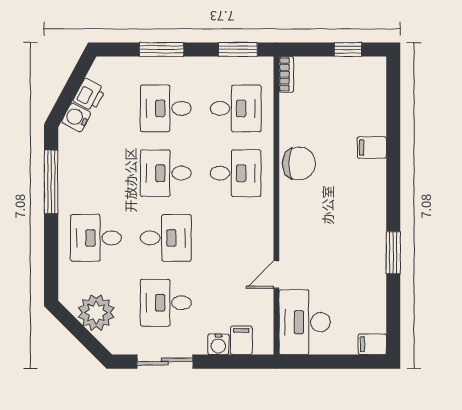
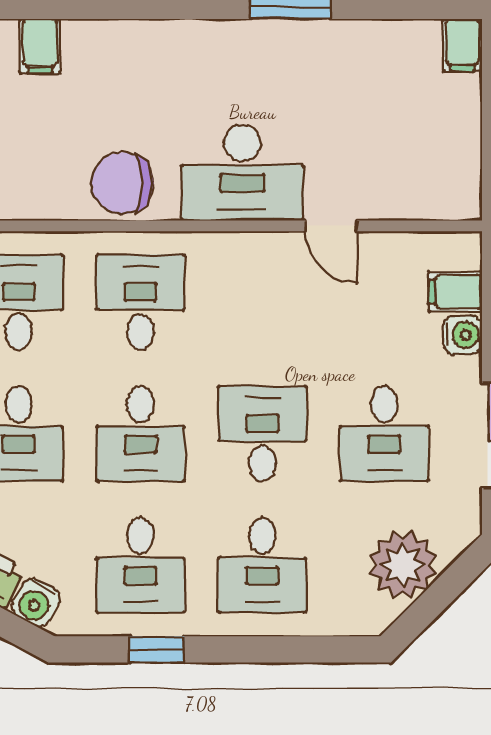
filing cabinet: (372, 148) -> (40, 46), moved
chair: (299, 164) -> (122, 183), turned -90
desk: (96, 173) -> (141, 565), added
window: (51, 182) -> (157, 649), width x0.46
desk: (305, 322) -> (242, 173), moved

